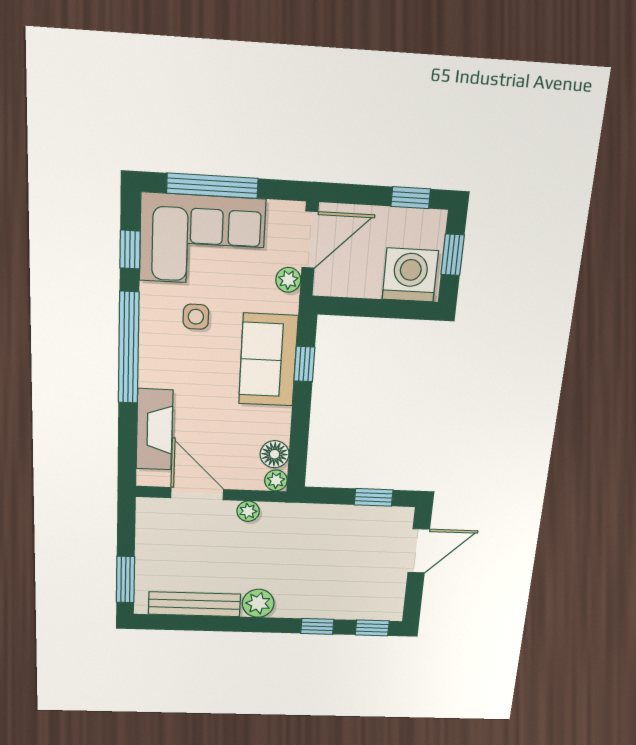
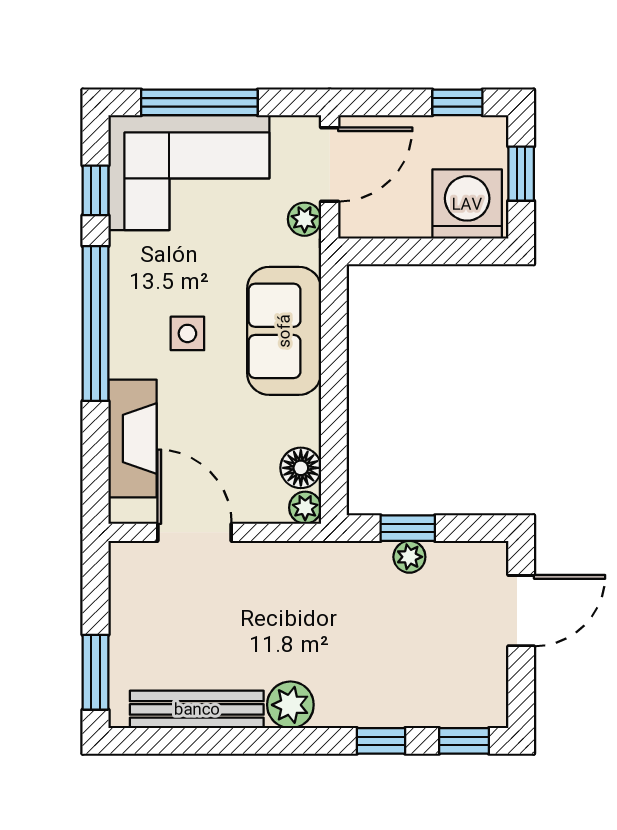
side table: (196, 317) -> (187, 333), moved
window: (304, 364) -> (334, 334), removed
window: (374, 497) -> (408, 528), moved
plant: (248, 511) -> (409, 557), moved

